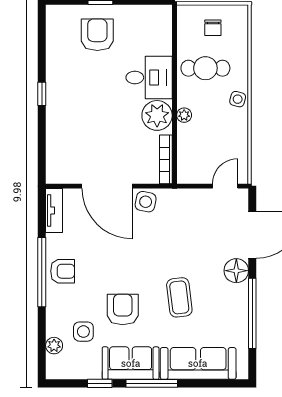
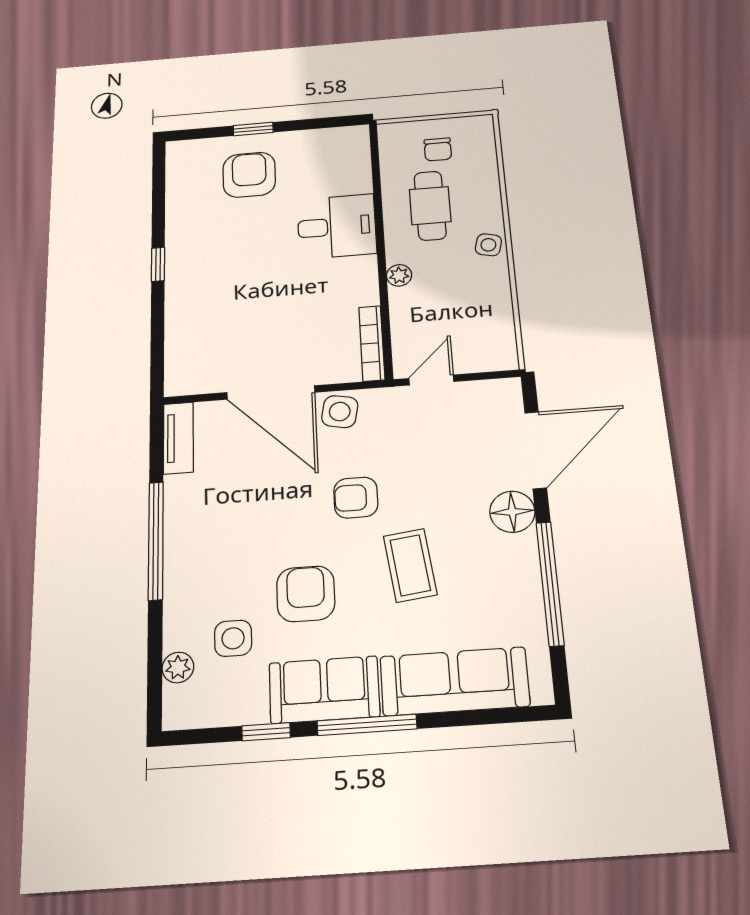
cafe table: (205, 68) -> (430, 206), turned 90
plant: (157, 115) -> (353, 279), removed
door: (225, 186) -> (431, 380), moved
armchair: (63, 271) -> (356, 498), moved, turned 180

